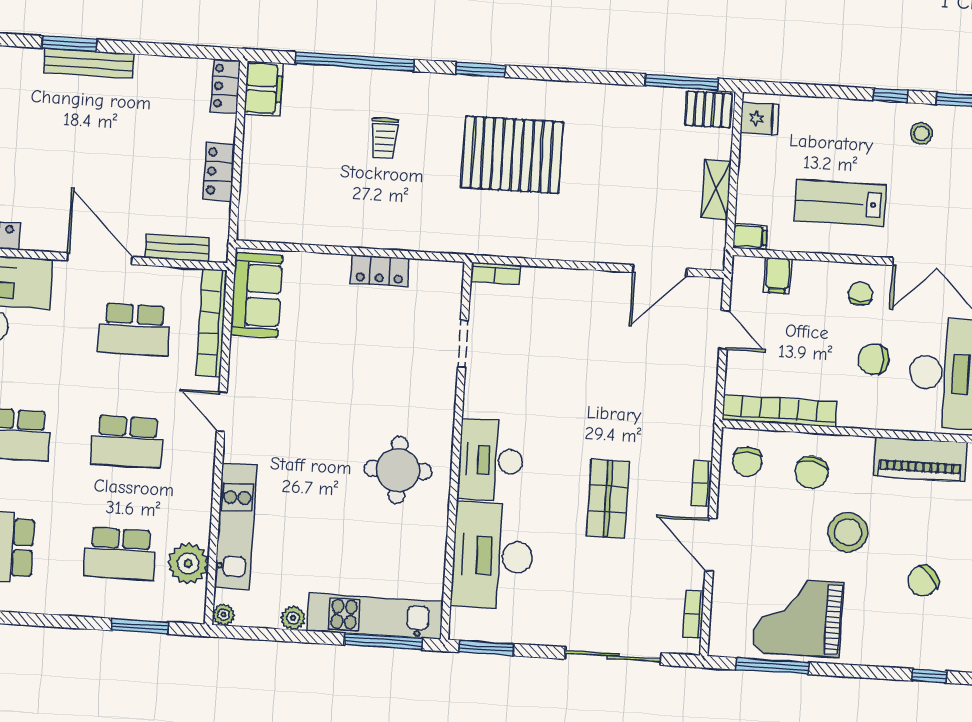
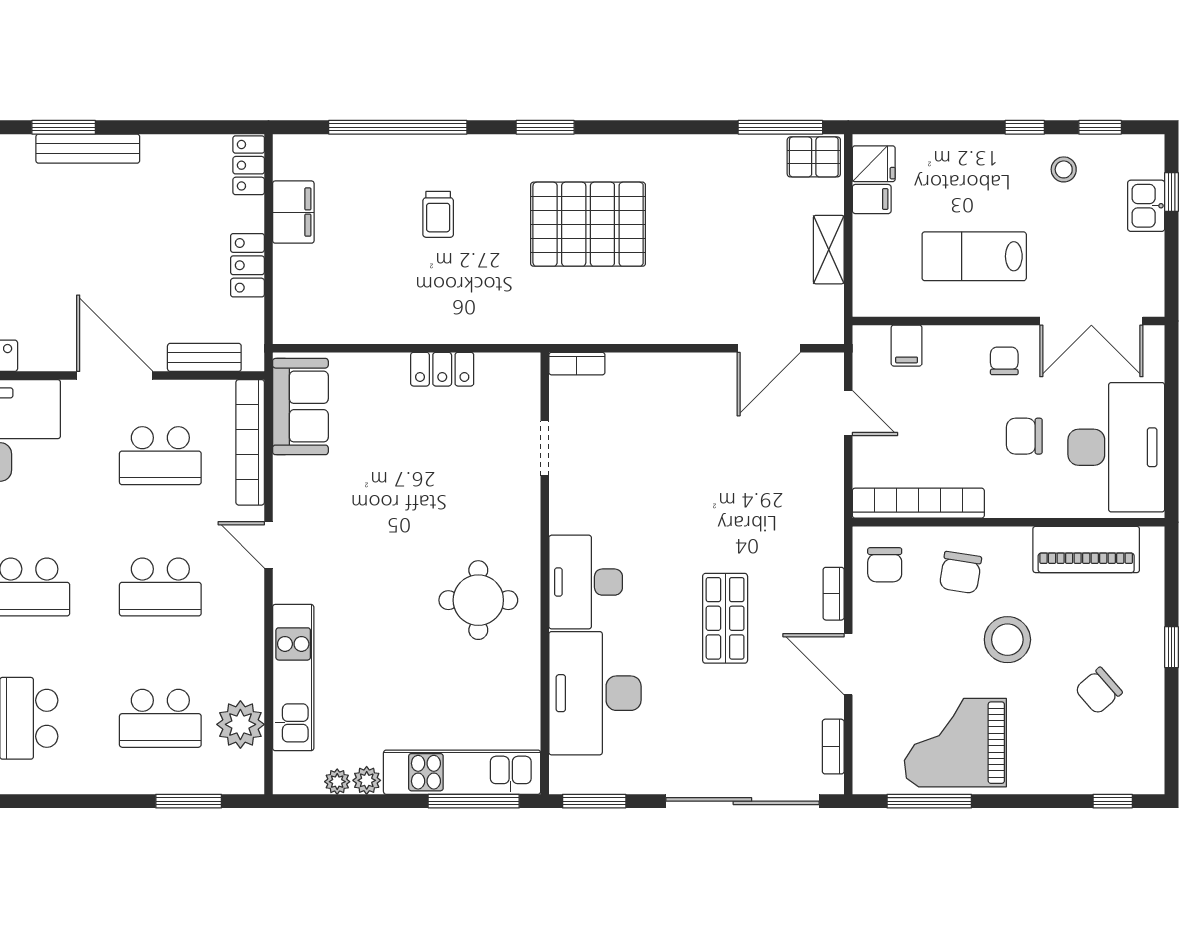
filing cabinet: (263, 89) -> (293, 212), moved
filing cabinet: (750, 237) -> (872, 199), moved
plant: (223, 615) -> (337, 782), moved
sliding door: (613, 656) -> (742, 801), width x1.36

